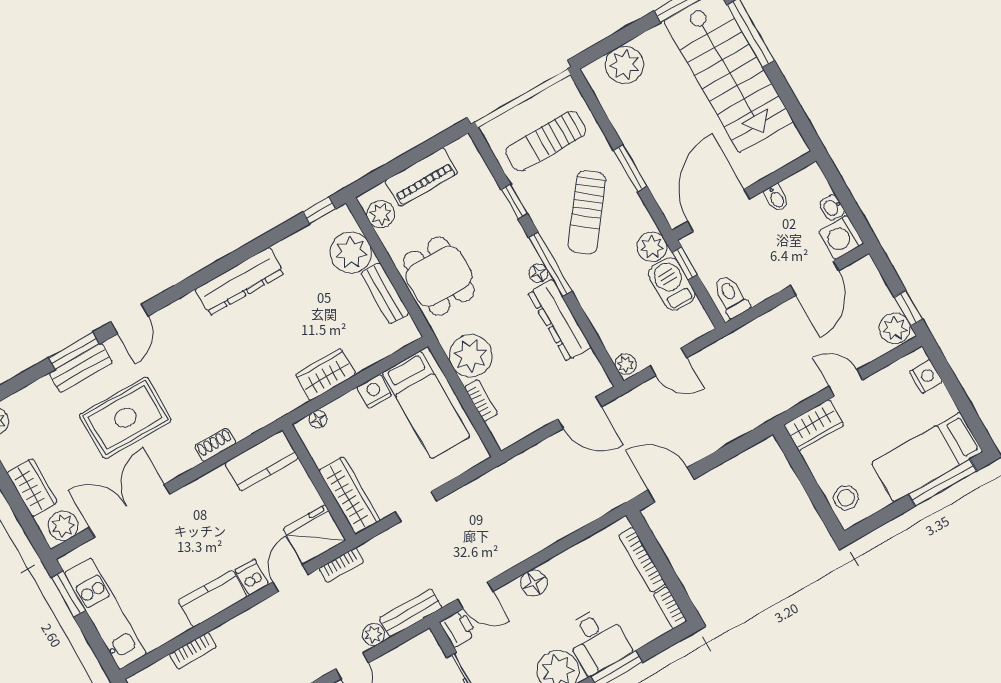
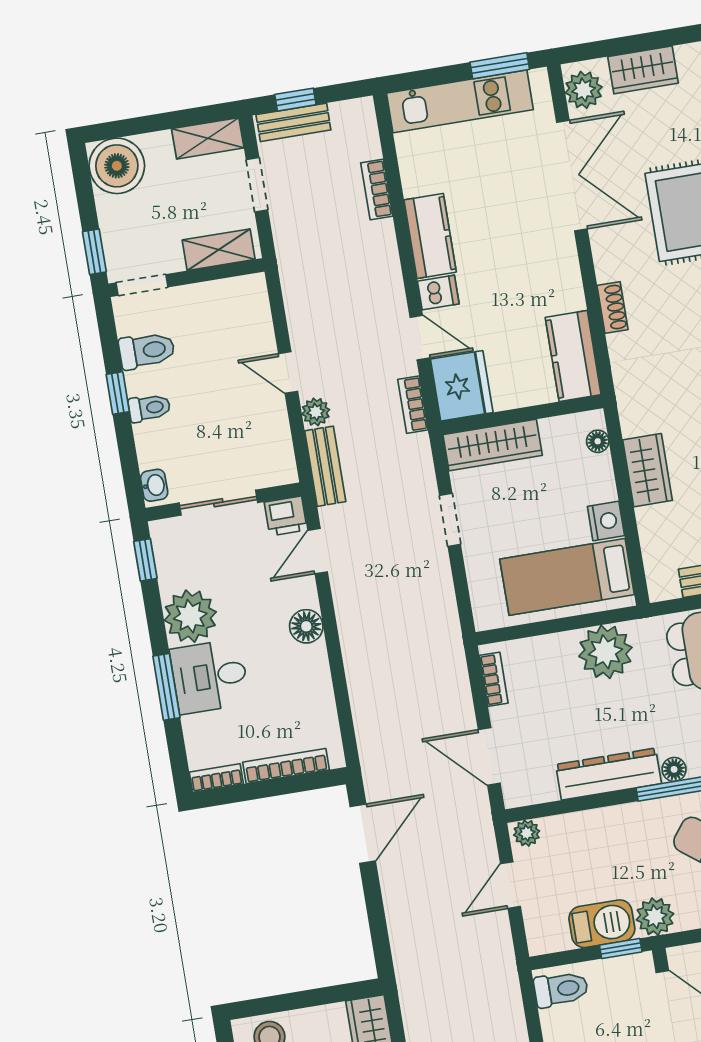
bookcase: (481, 400) -> (494, 679), moved, turned -90
door: (579, 413) -> (489, 756), hinge flipped

